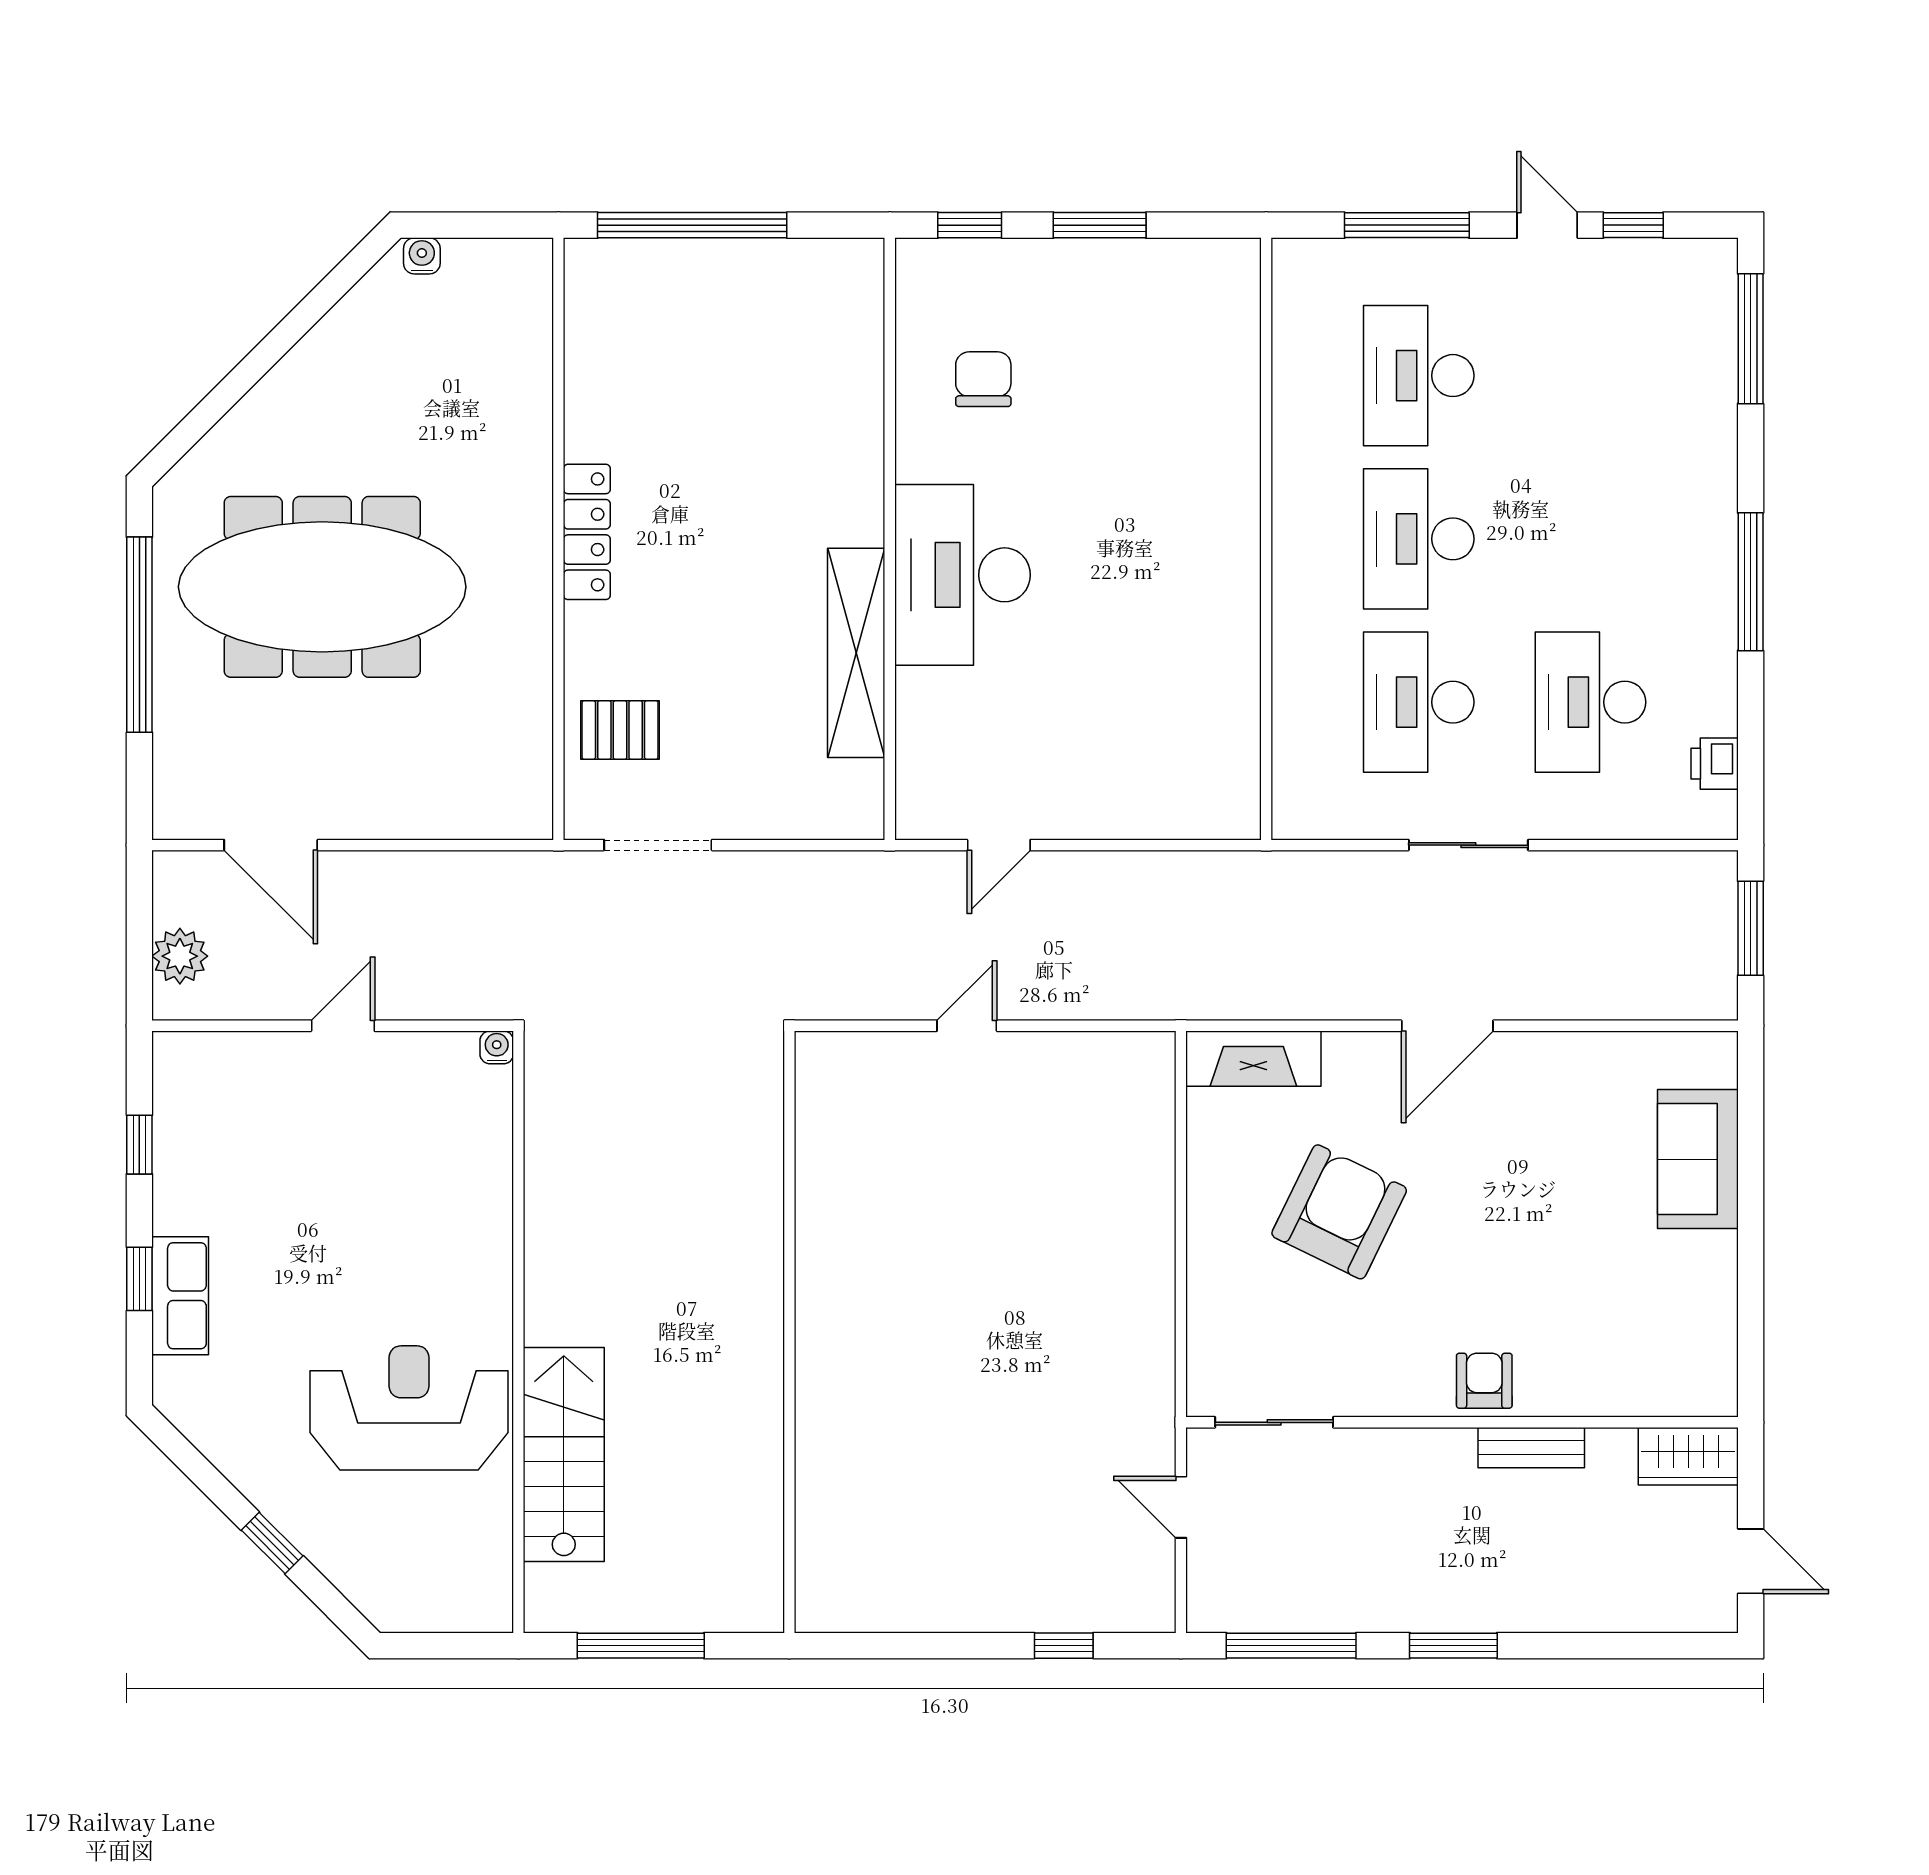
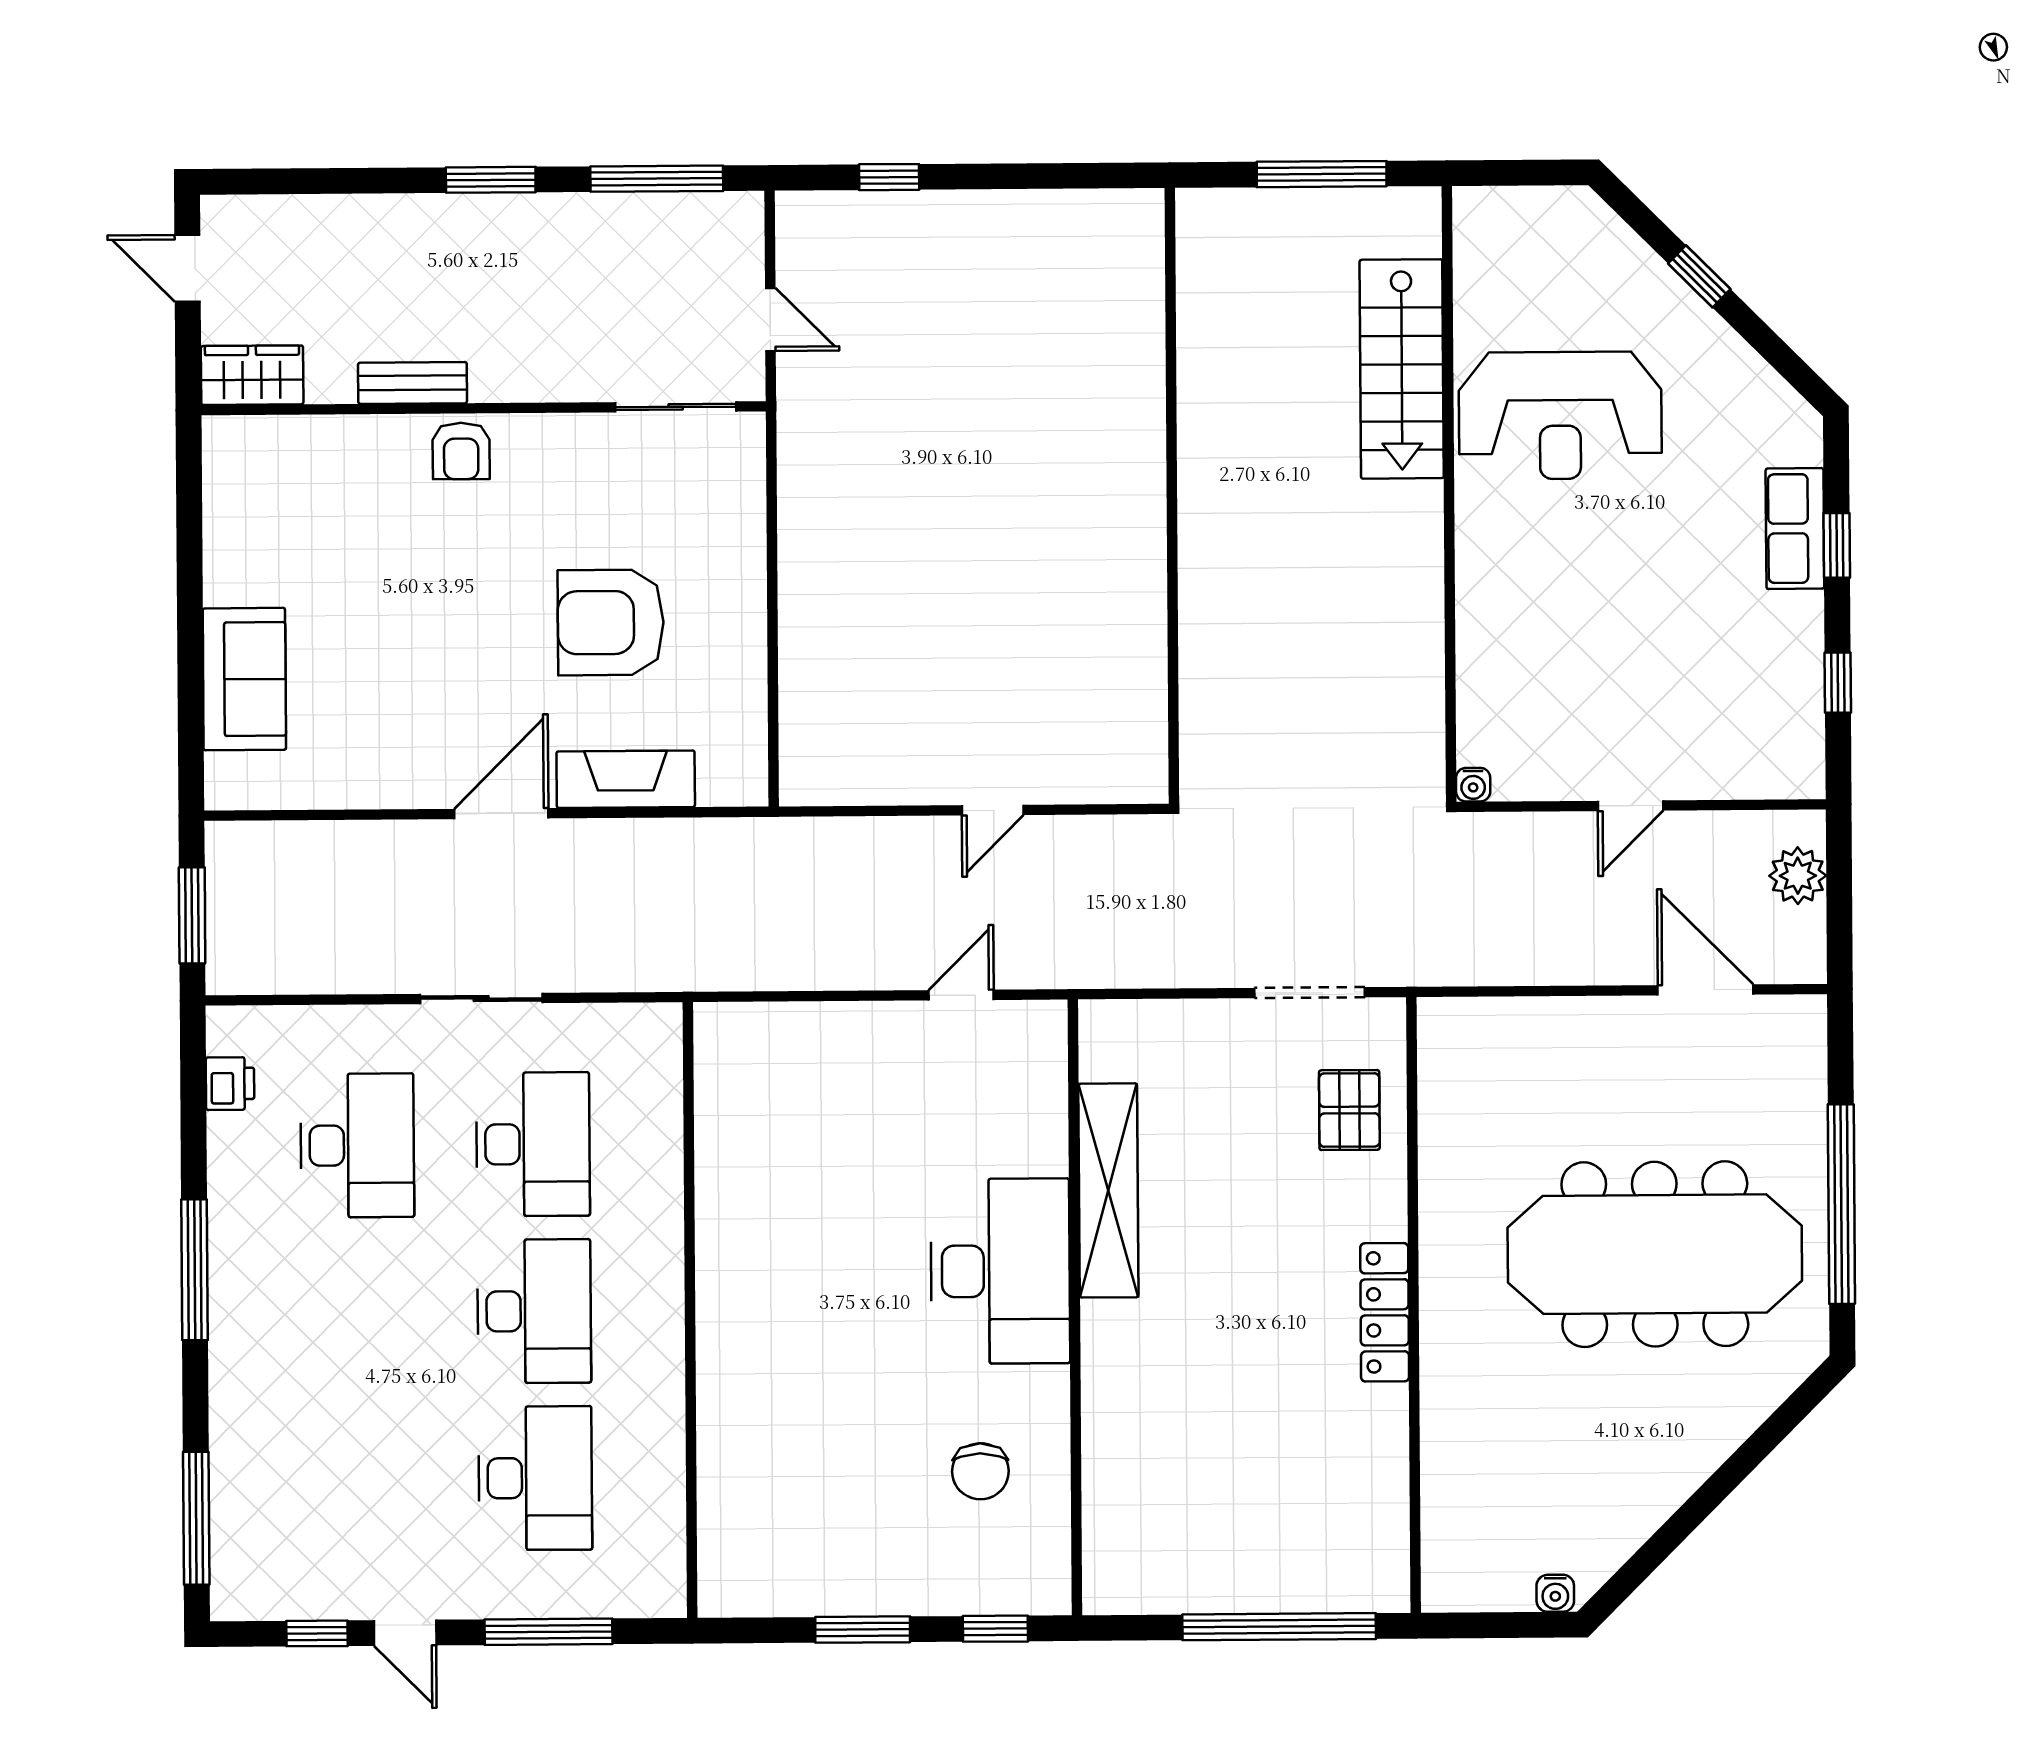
pallet: (620, 730) -> (1349, 1110), turned 90
fireplace: (1253, 1059) -> (626, 779), moved
armchair: (1339, 1212) -> (611, 622), turned 64

